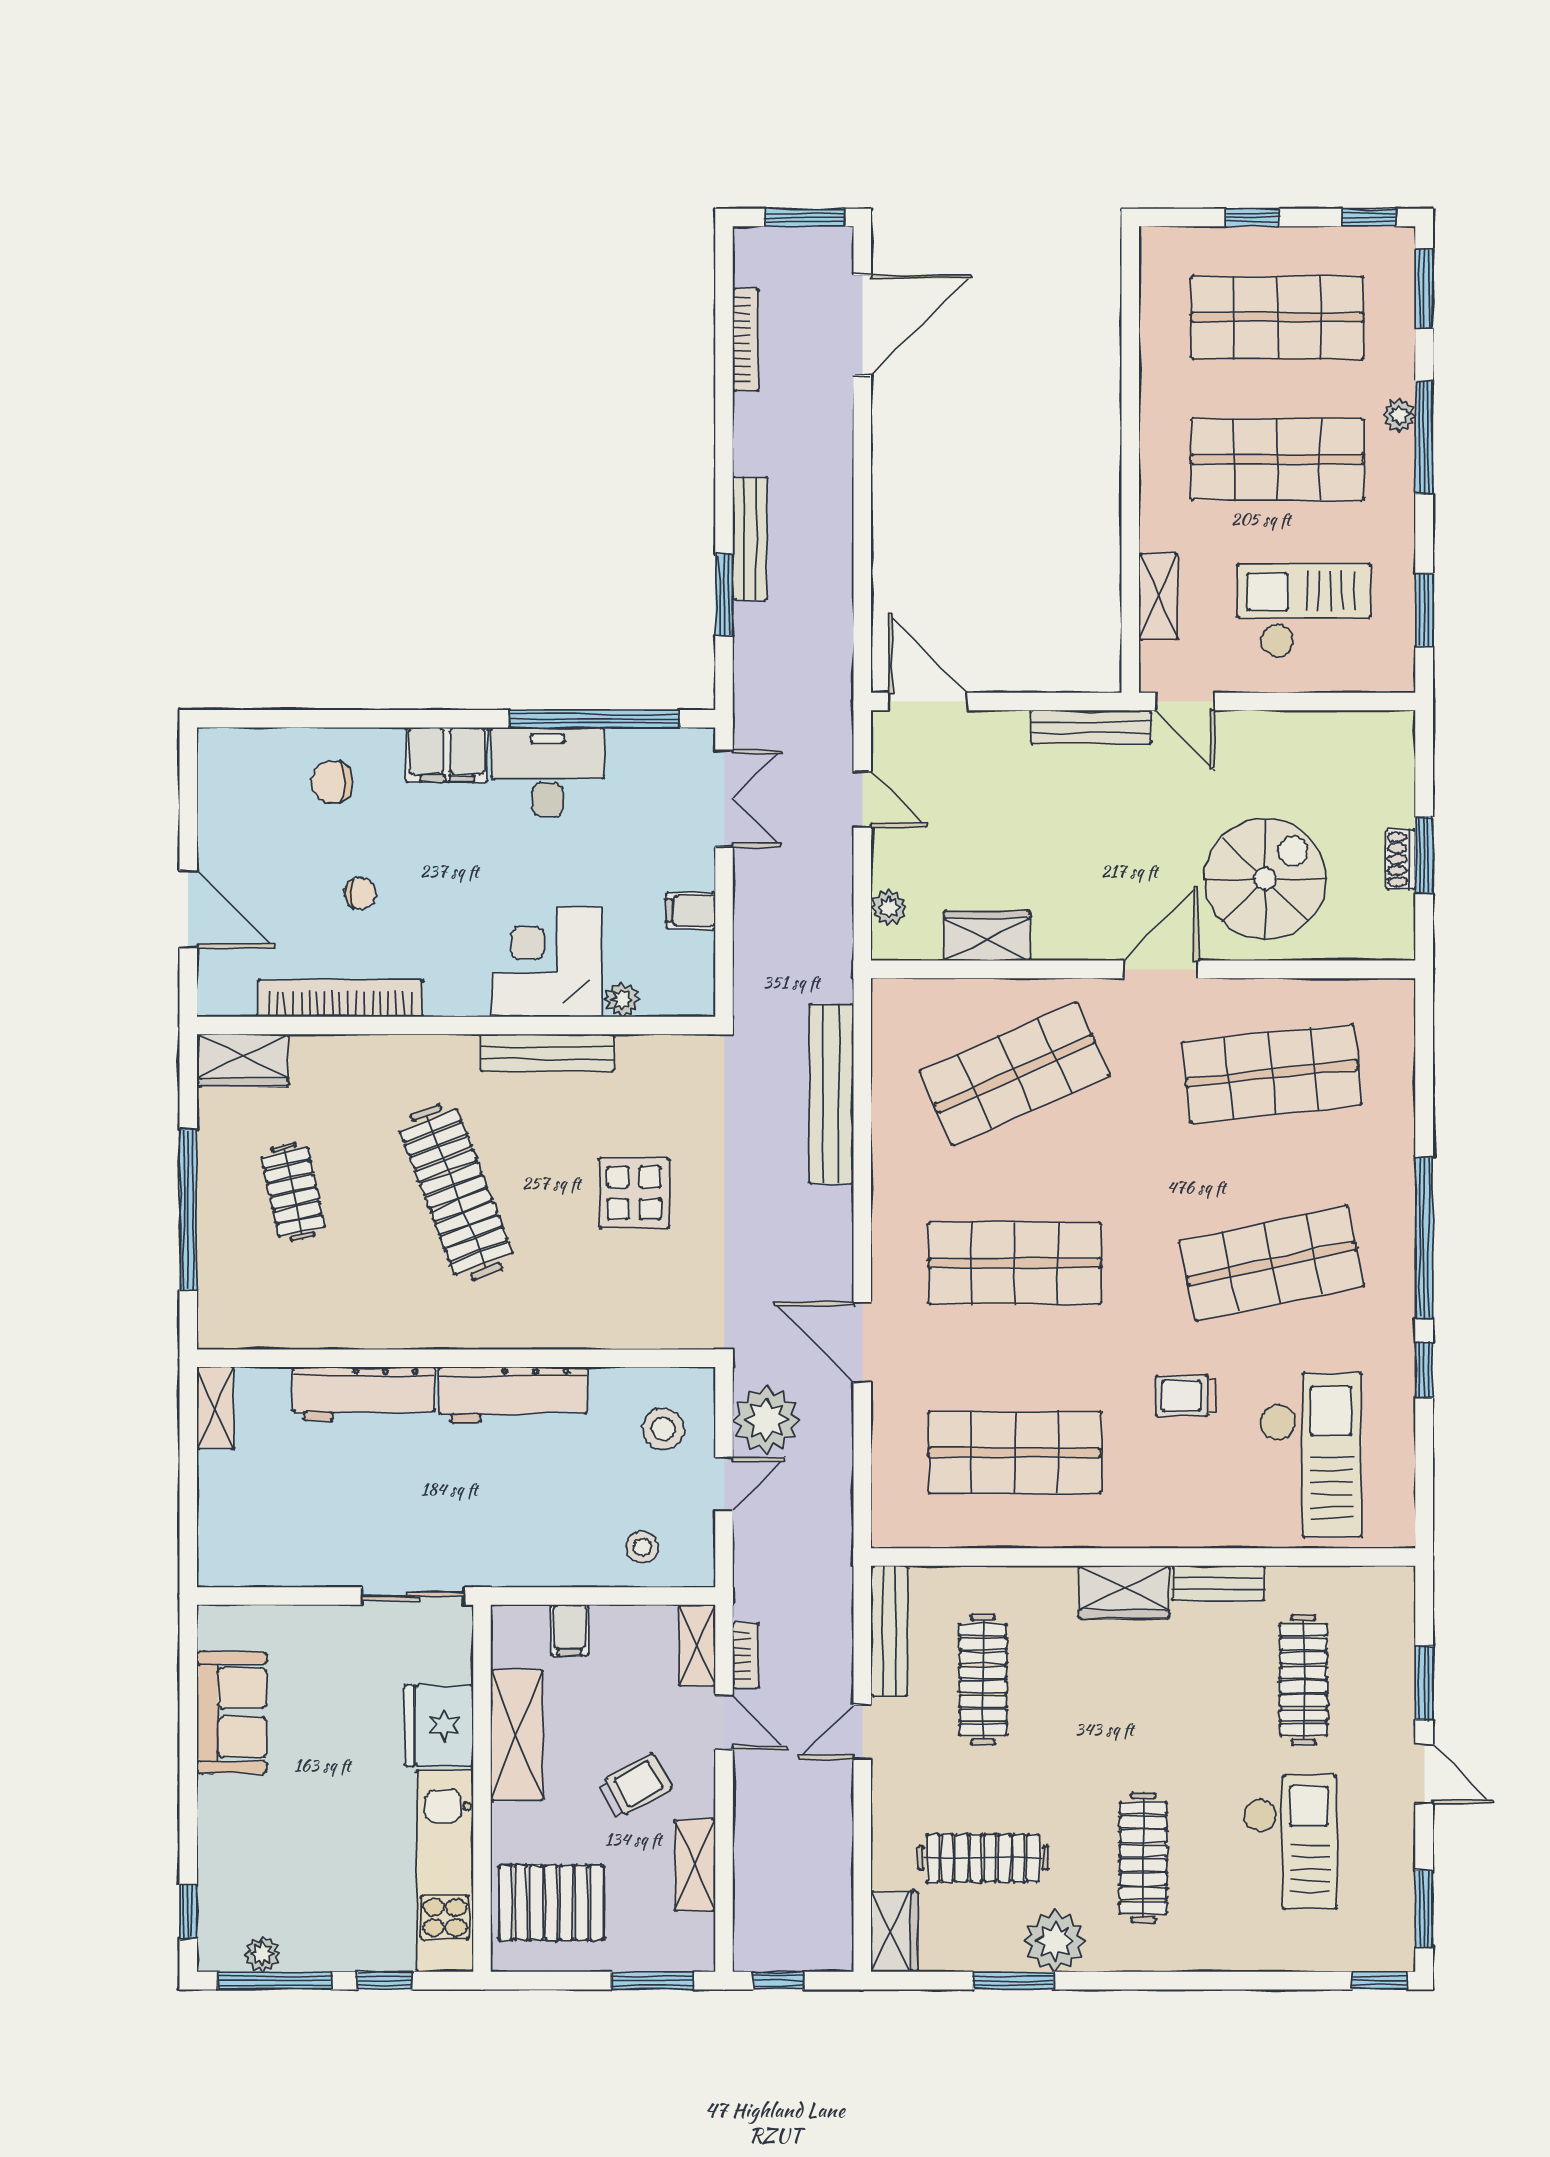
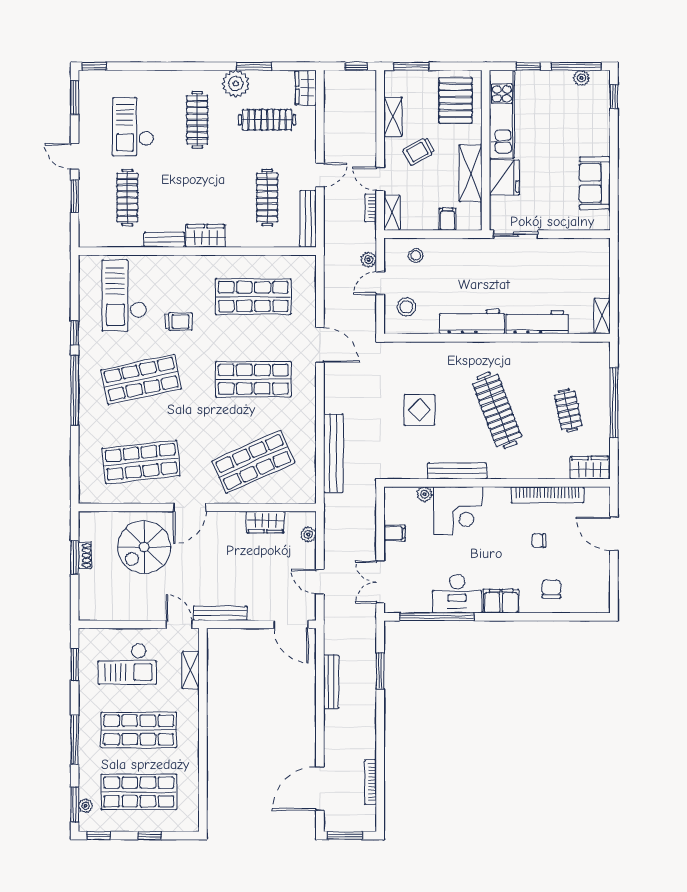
plant: (1399, 415) -> (86, 806), moved
bench: (750, 538) -> (331, 682), moved
chair: (332, 782) -> (551, 589), turned -90
plant: (766, 1420) -> (369, 260), moved, width x0.53, depth x0.53
pallet: (551, 1903) -> (455, 100), turned 90

